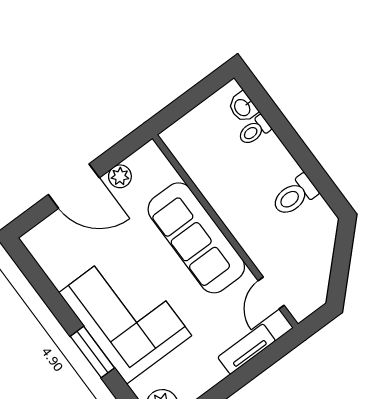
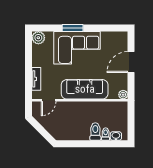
plant: (120, 176) -> (123, 95), moved
toilet: (295, 196) -> (95, 132), moved
door: (271, 293) -> (49, 100), swing flipped

